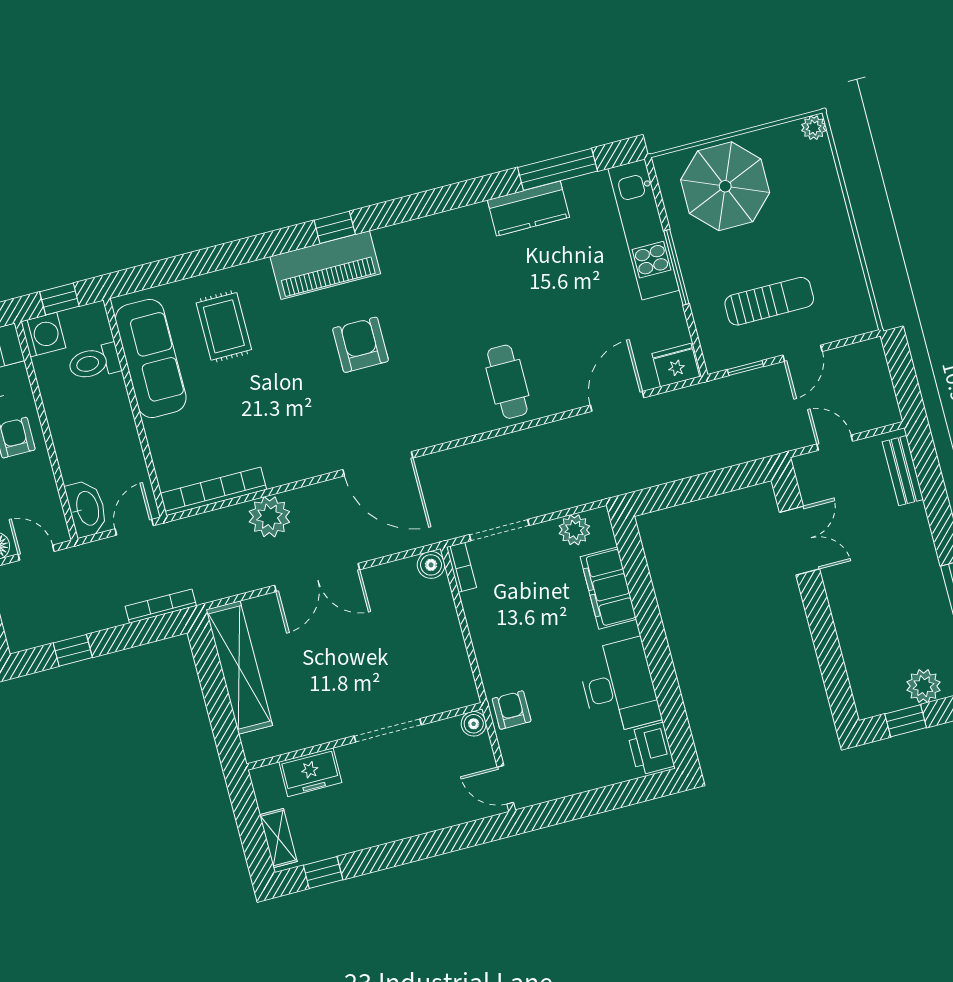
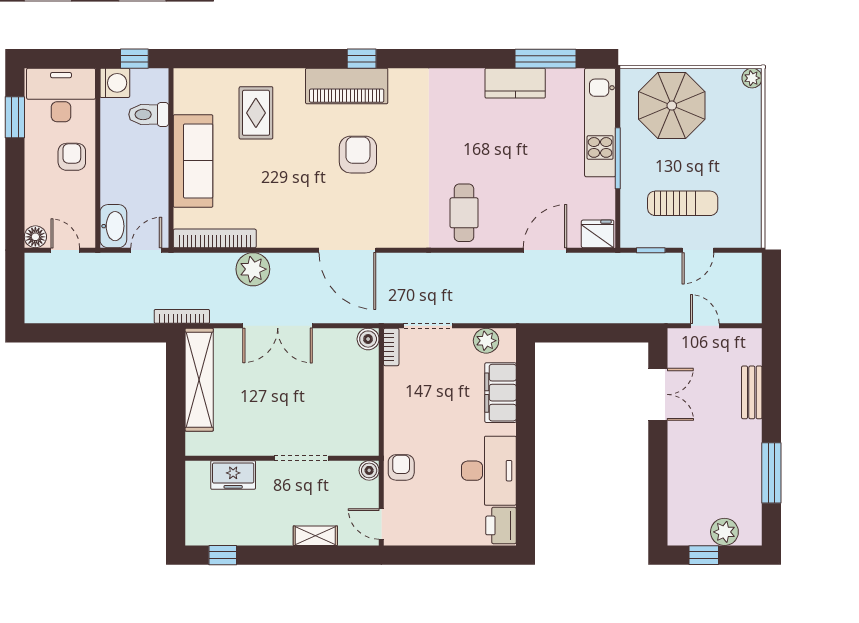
sofa: (151, 358) -> (193, 161), moved
bench: (903, 471) -> (752, 392), moved
bookcase: (161, 606) -> (182, 316), moved
window: (73, 650) -> (74, 333), removed
shelving: (278, 838) -> (315, 536), moved, turned 90

